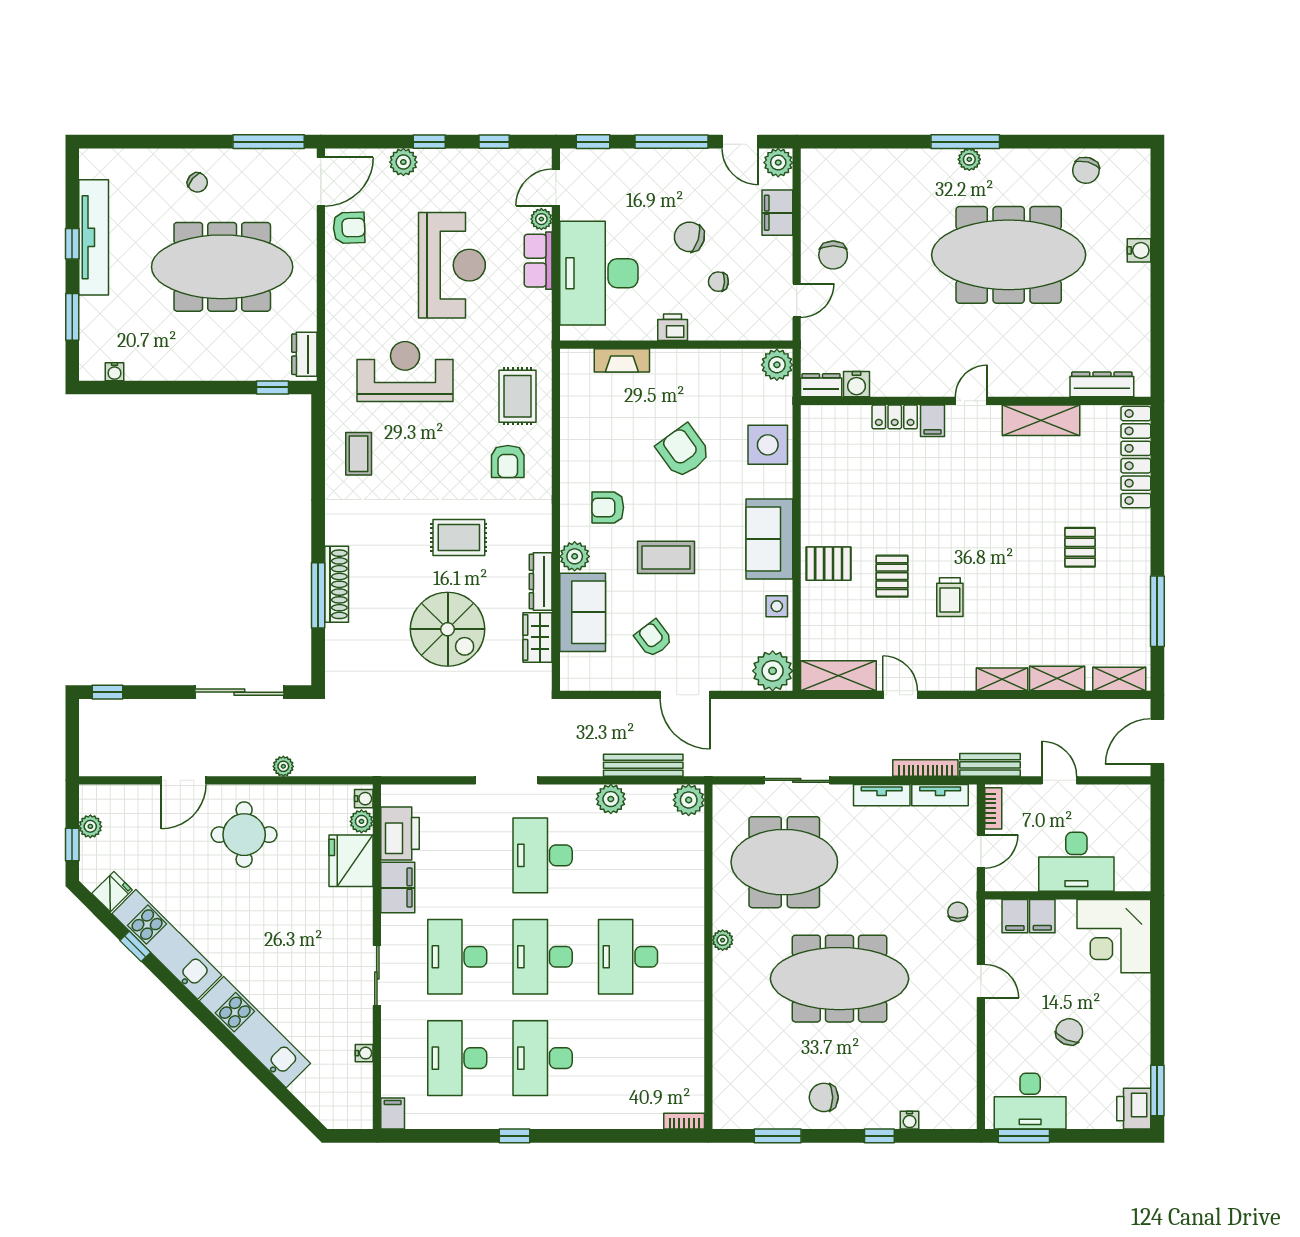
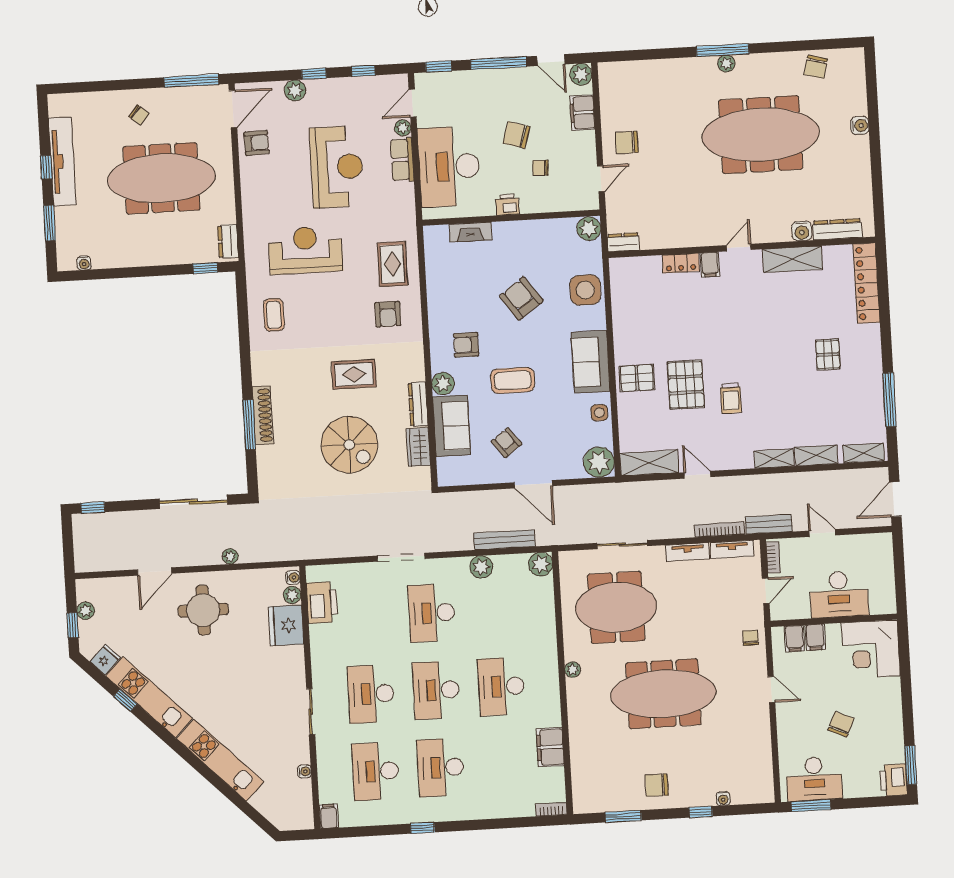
chair: (833, 255) -> (627, 142), turned 90
water cooler: (857, 384) -> (802, 231), moved
pallet: (892, 576) -> (686, 385), width x1.50, depth x1.42
filing cabinet: (398, 888) -> (550, 747), moved, turned 180

